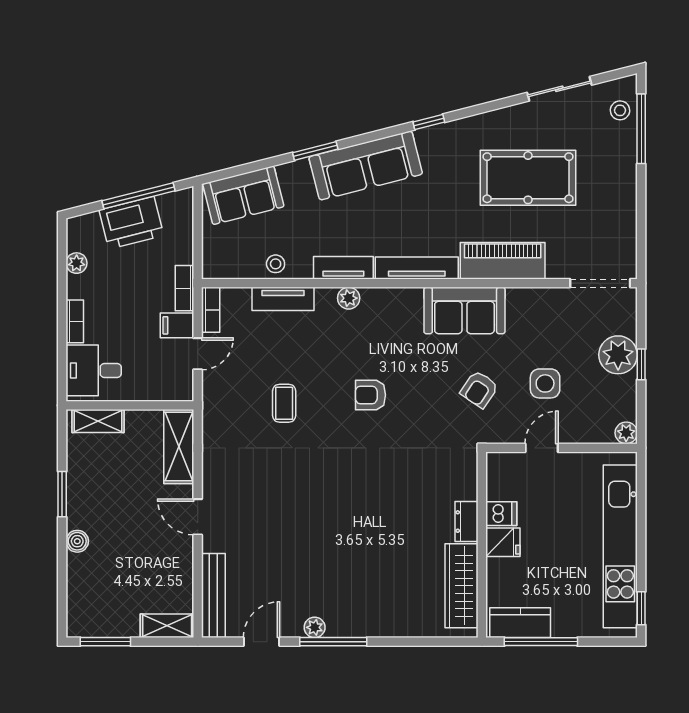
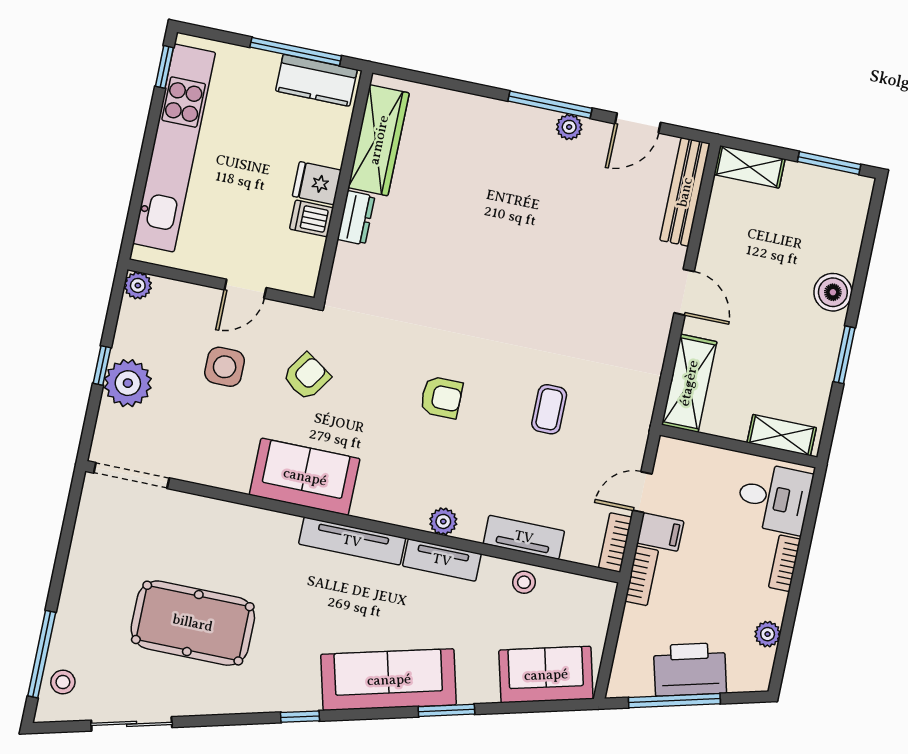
piano: (503, 261) -> (245, 528), removed
boiler: (77, 541) -> (833, 292), width x1.36, depth x1.36

